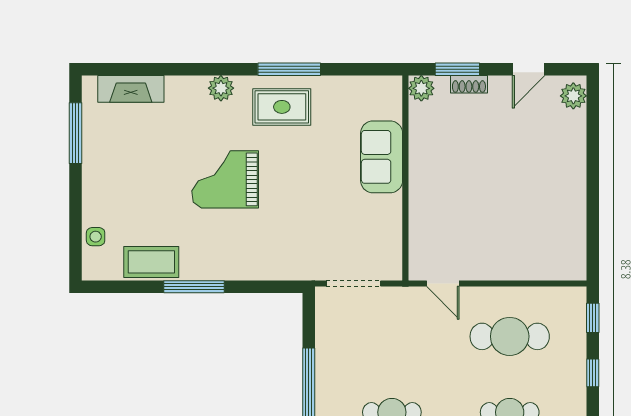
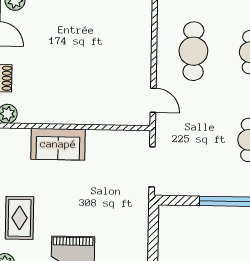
door: (443, 284) -> (153, 100), hinge flipped

